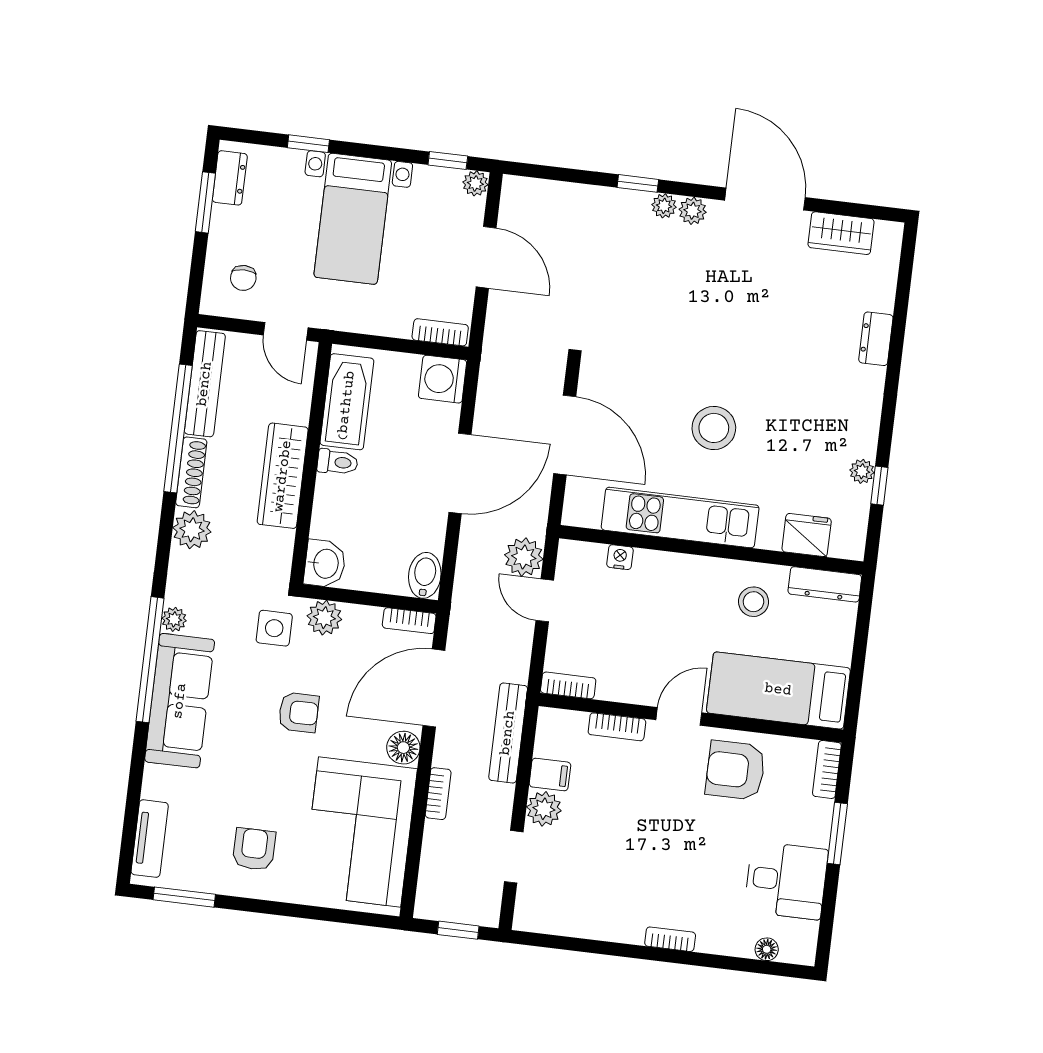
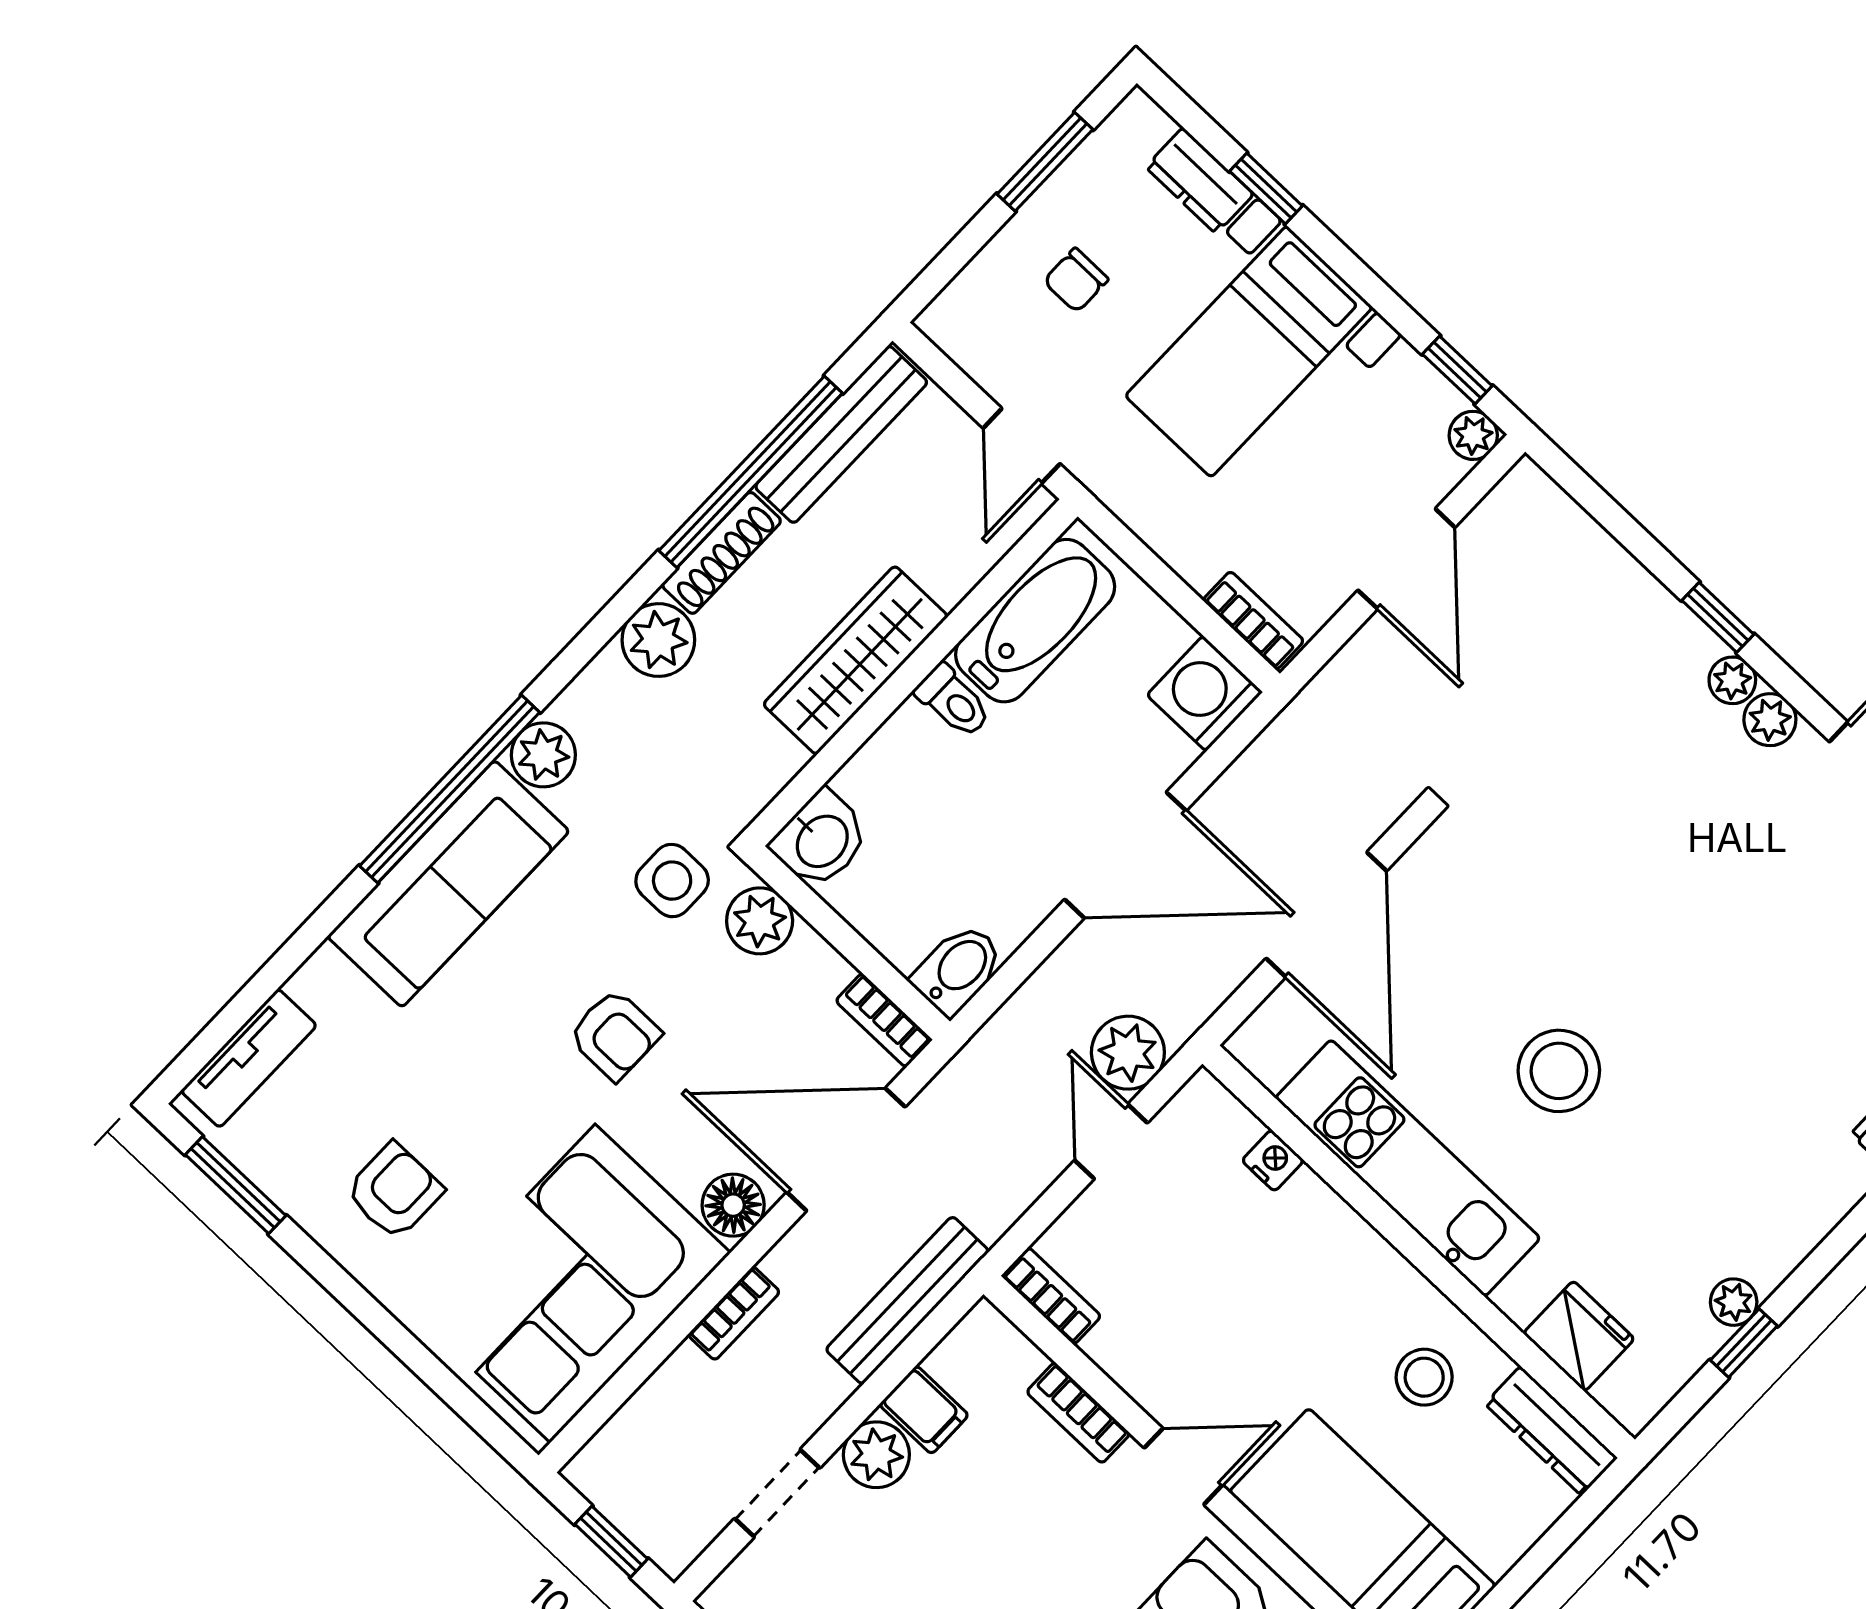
dresser: (230, 178) -> (1200, 181), moved, turned 90
chair: (243, 278) -> (1076, 280), moved
plant: (174, 619) -> (543, 755), width x1.38, depth x1.38

